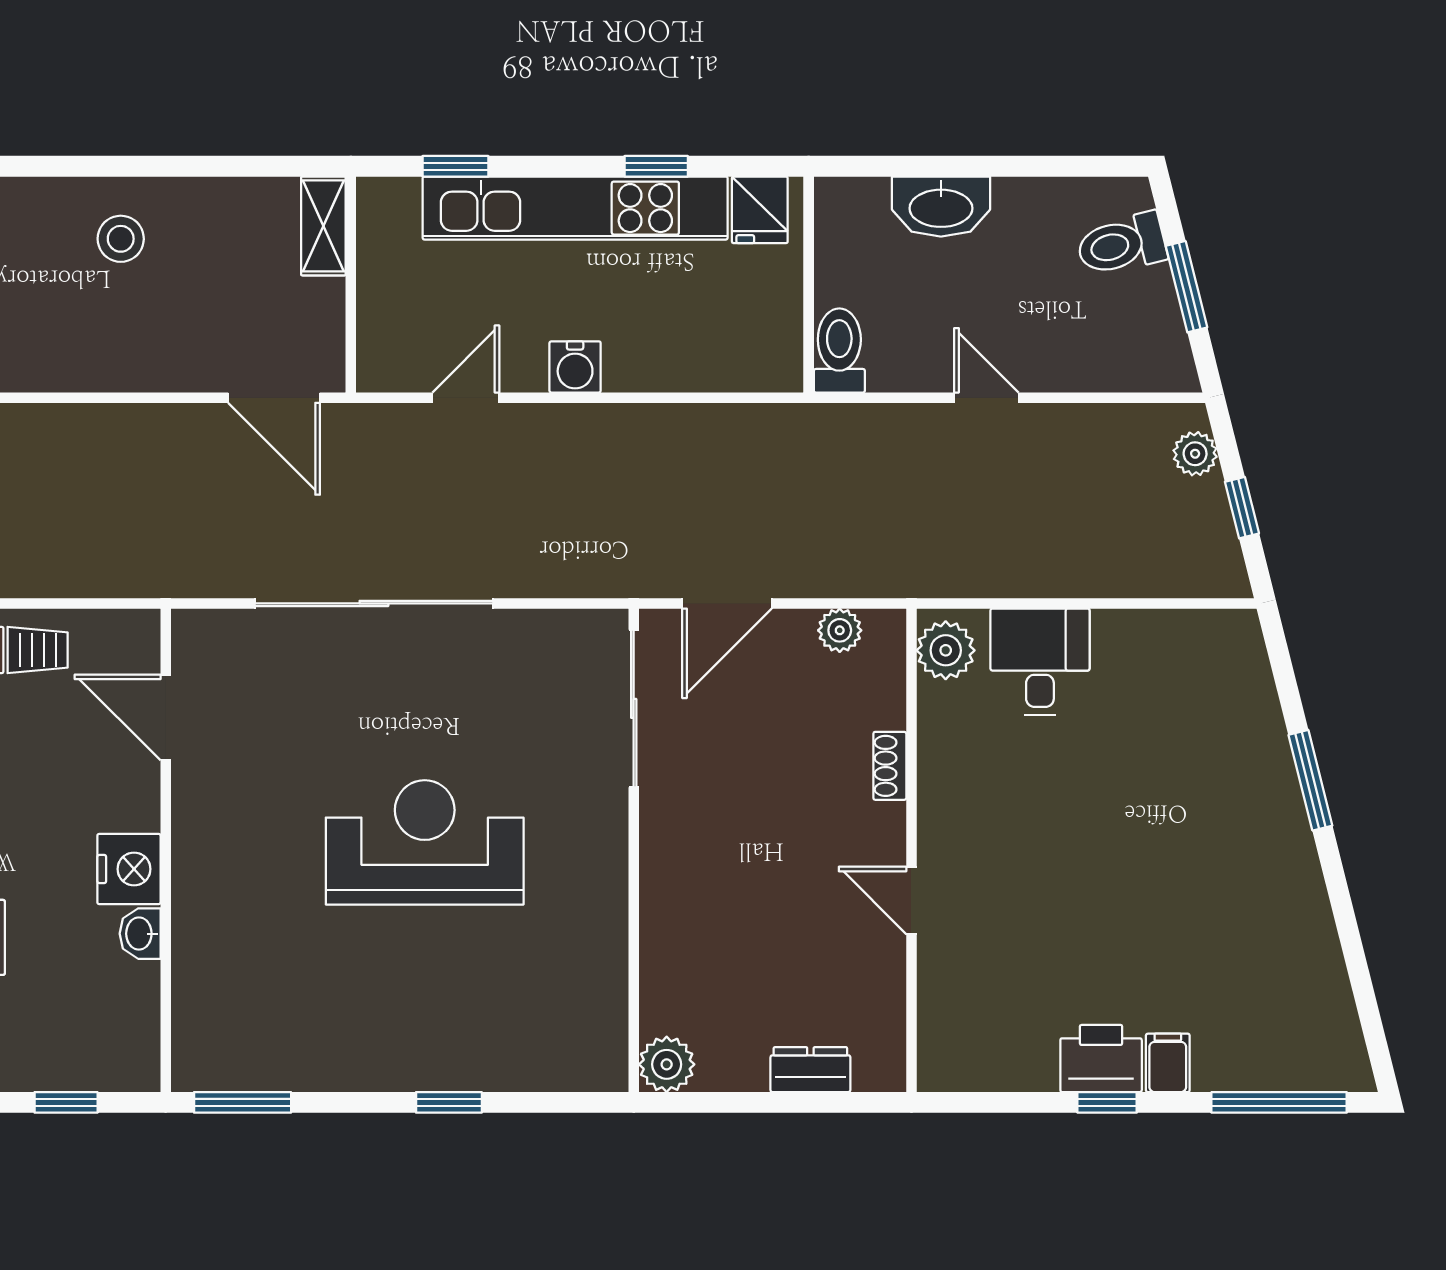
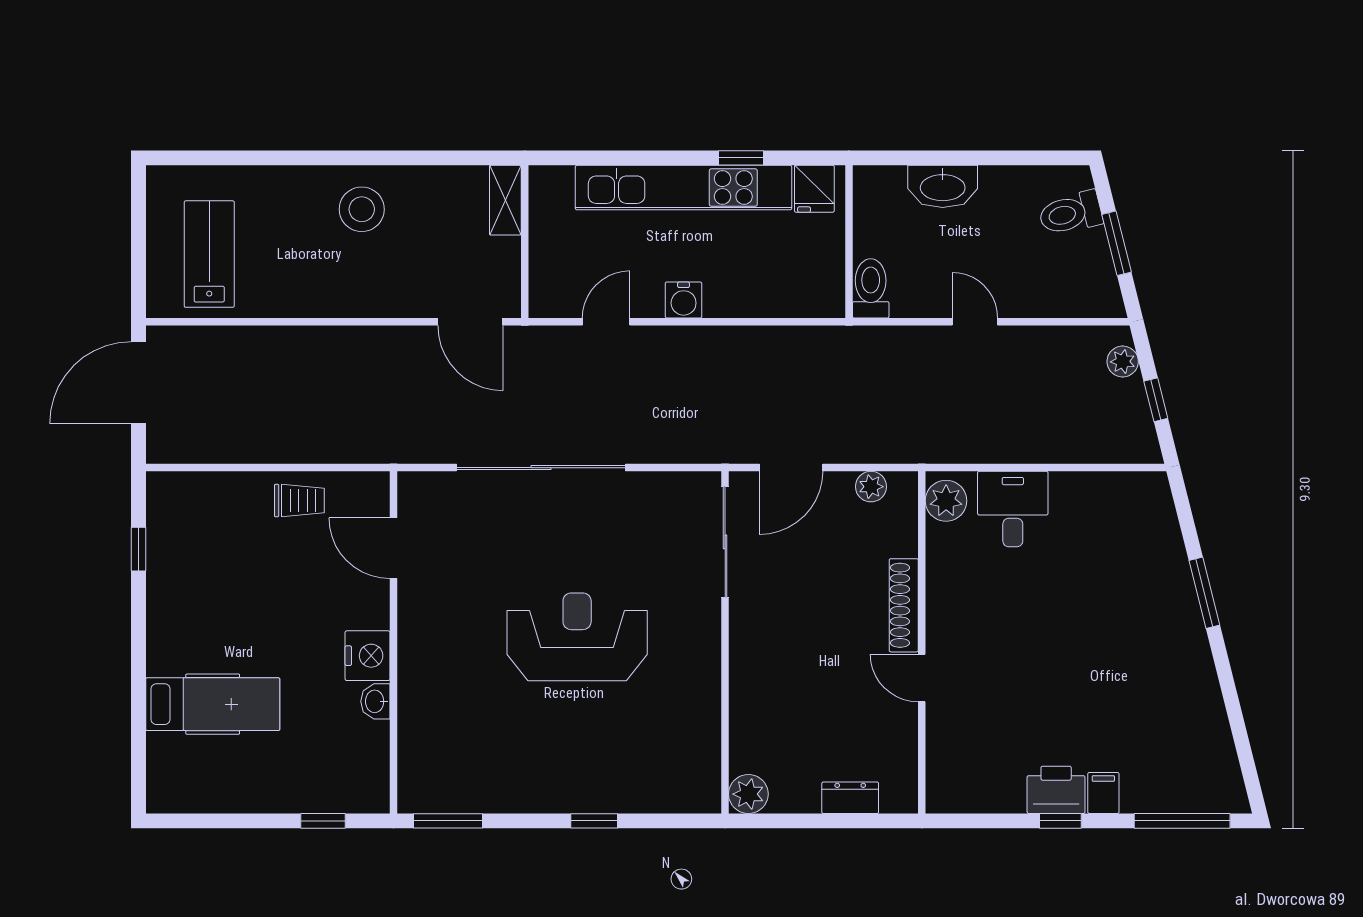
window: (455, 166) -> (599, 158), removed
stool: (121, 239) -> (362, 209), width x1.38, depth x1.38
shoe rack: (890, 766) -> (904, 605), width x1.94, depth x1.24

